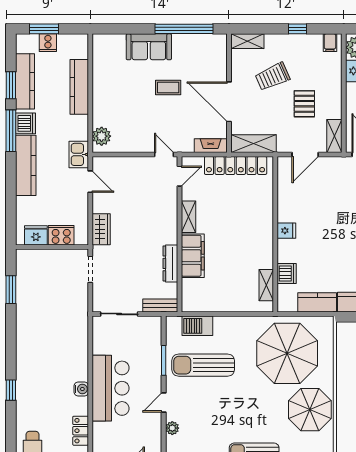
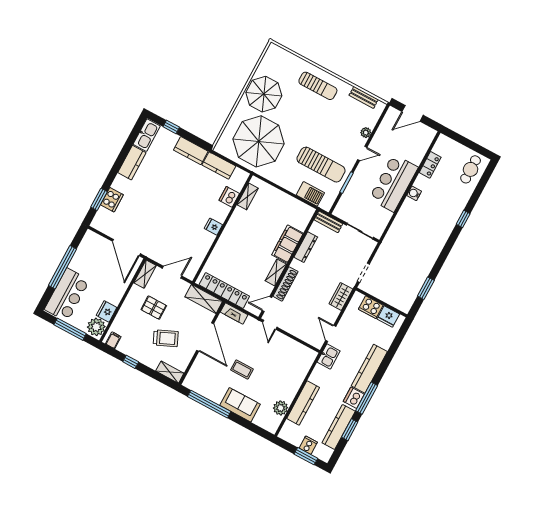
pallet: (304, 104) -> (154, 308), turned 90
plant: (102, 136) -> (281, 408), moved
shoe rack: (171, 210) -> (285, 284), added

